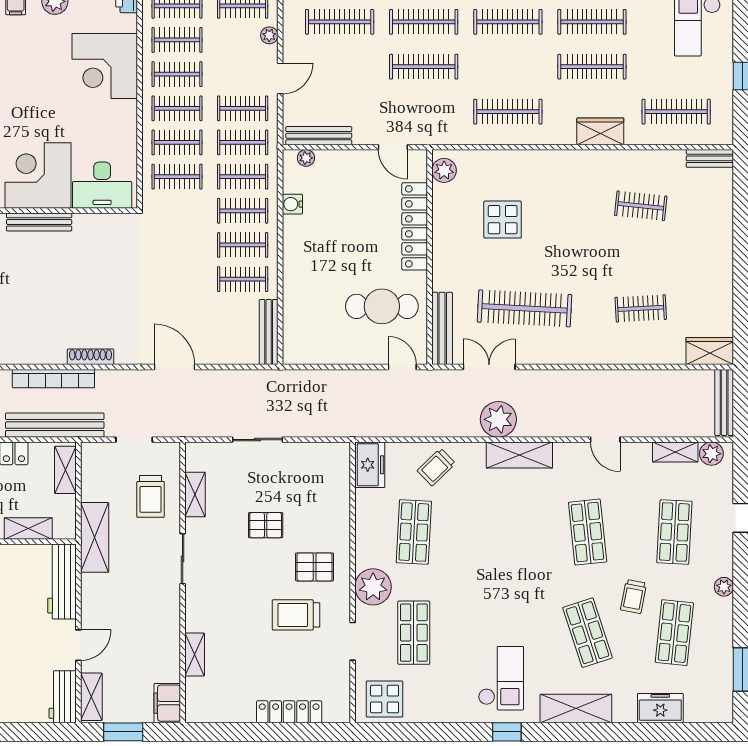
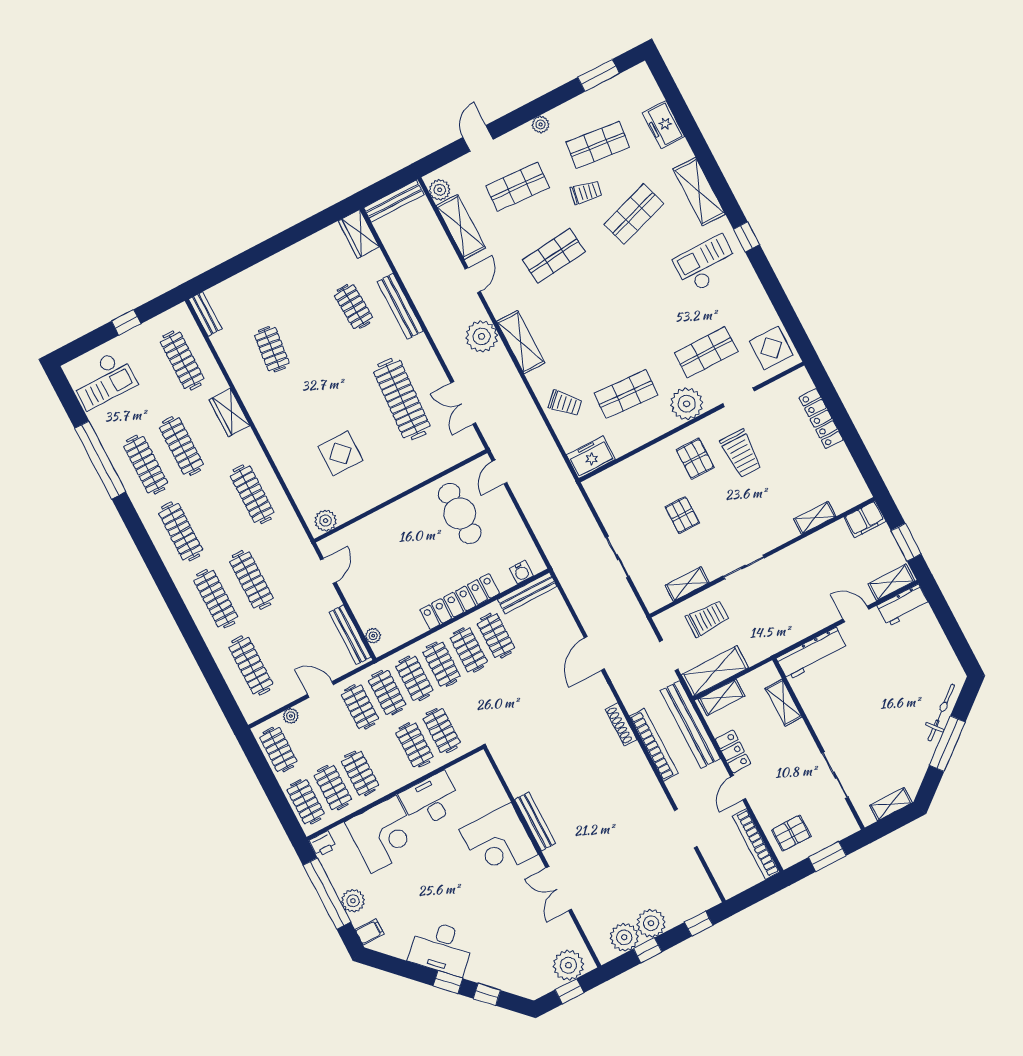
clothes rail: (177, 108) -> (387, 759), removed
desk: (102, 185) -> (431, 800), moved, turned -90
water cooler: (292, 204) -> (521, 572), moved
locker: (415, 226) -> (460, 602), moved, turned 180
bench: (442, 328) -> (400, 306), moved, turned 90
plant: (498, 419) -> (482, 336), moved
shelving: (675, 452) -> (461, 227), width x1.50, depth x1.33
shelving: (95, 537) -> (715, 671), moved

